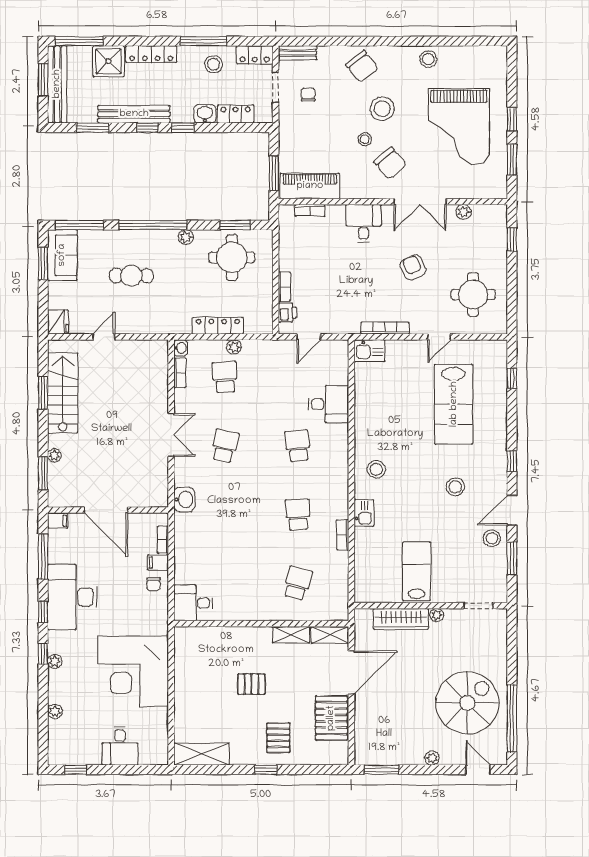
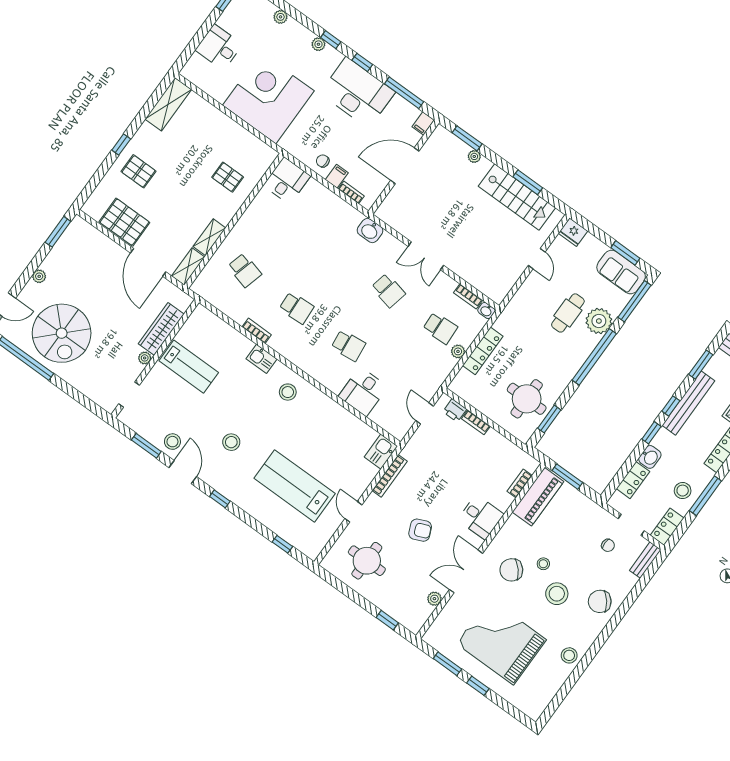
plant: (186, 237) -> (599, 321), moved, width x1.87, depth x1.87
pallet: (251, 684) -> (228, 177), moved, turned 90

